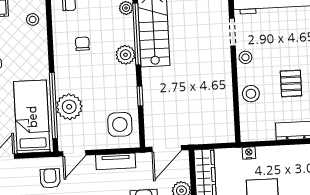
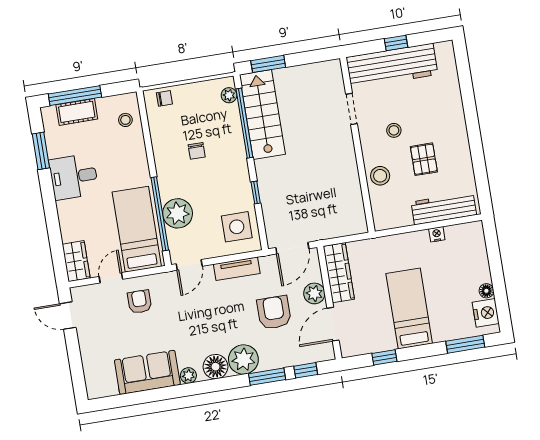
chair: (82, 44) -> (197, 151), moved, turned 180
plant: (125, 55) -> (234, 148), removed
stool: (245, 57) -> (394, 130), moved
nightstand: (249, 153) -> (437, 234), moved
armchair: (50, 178) -> (139, 302), moved

